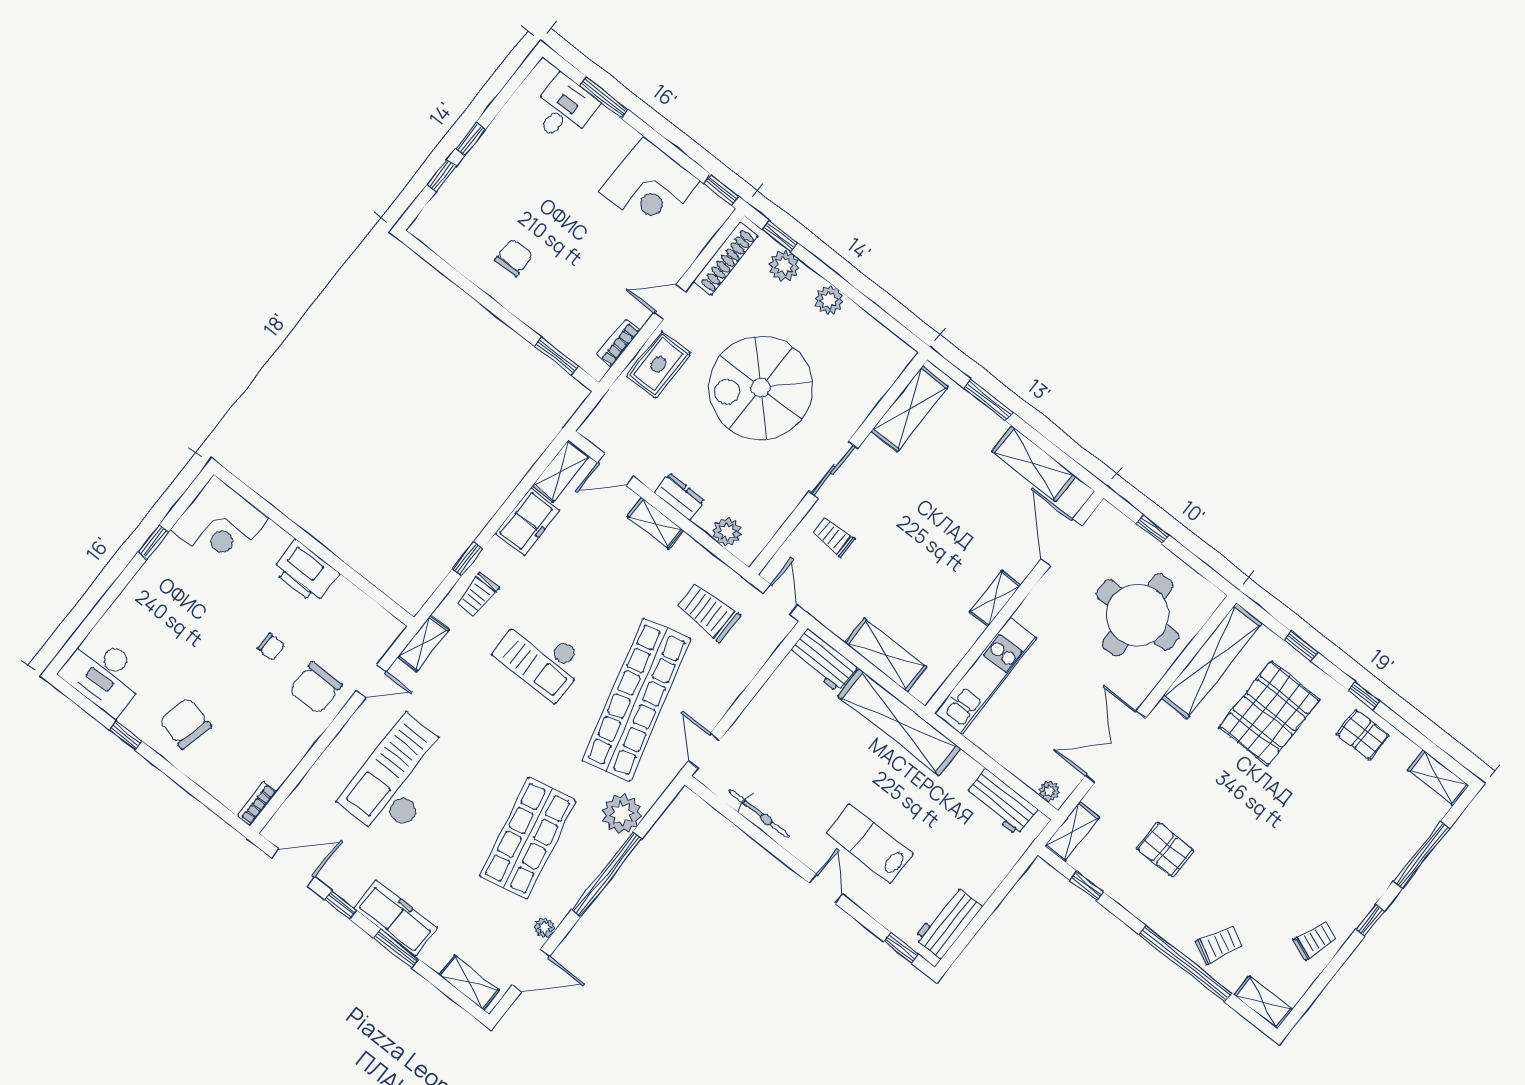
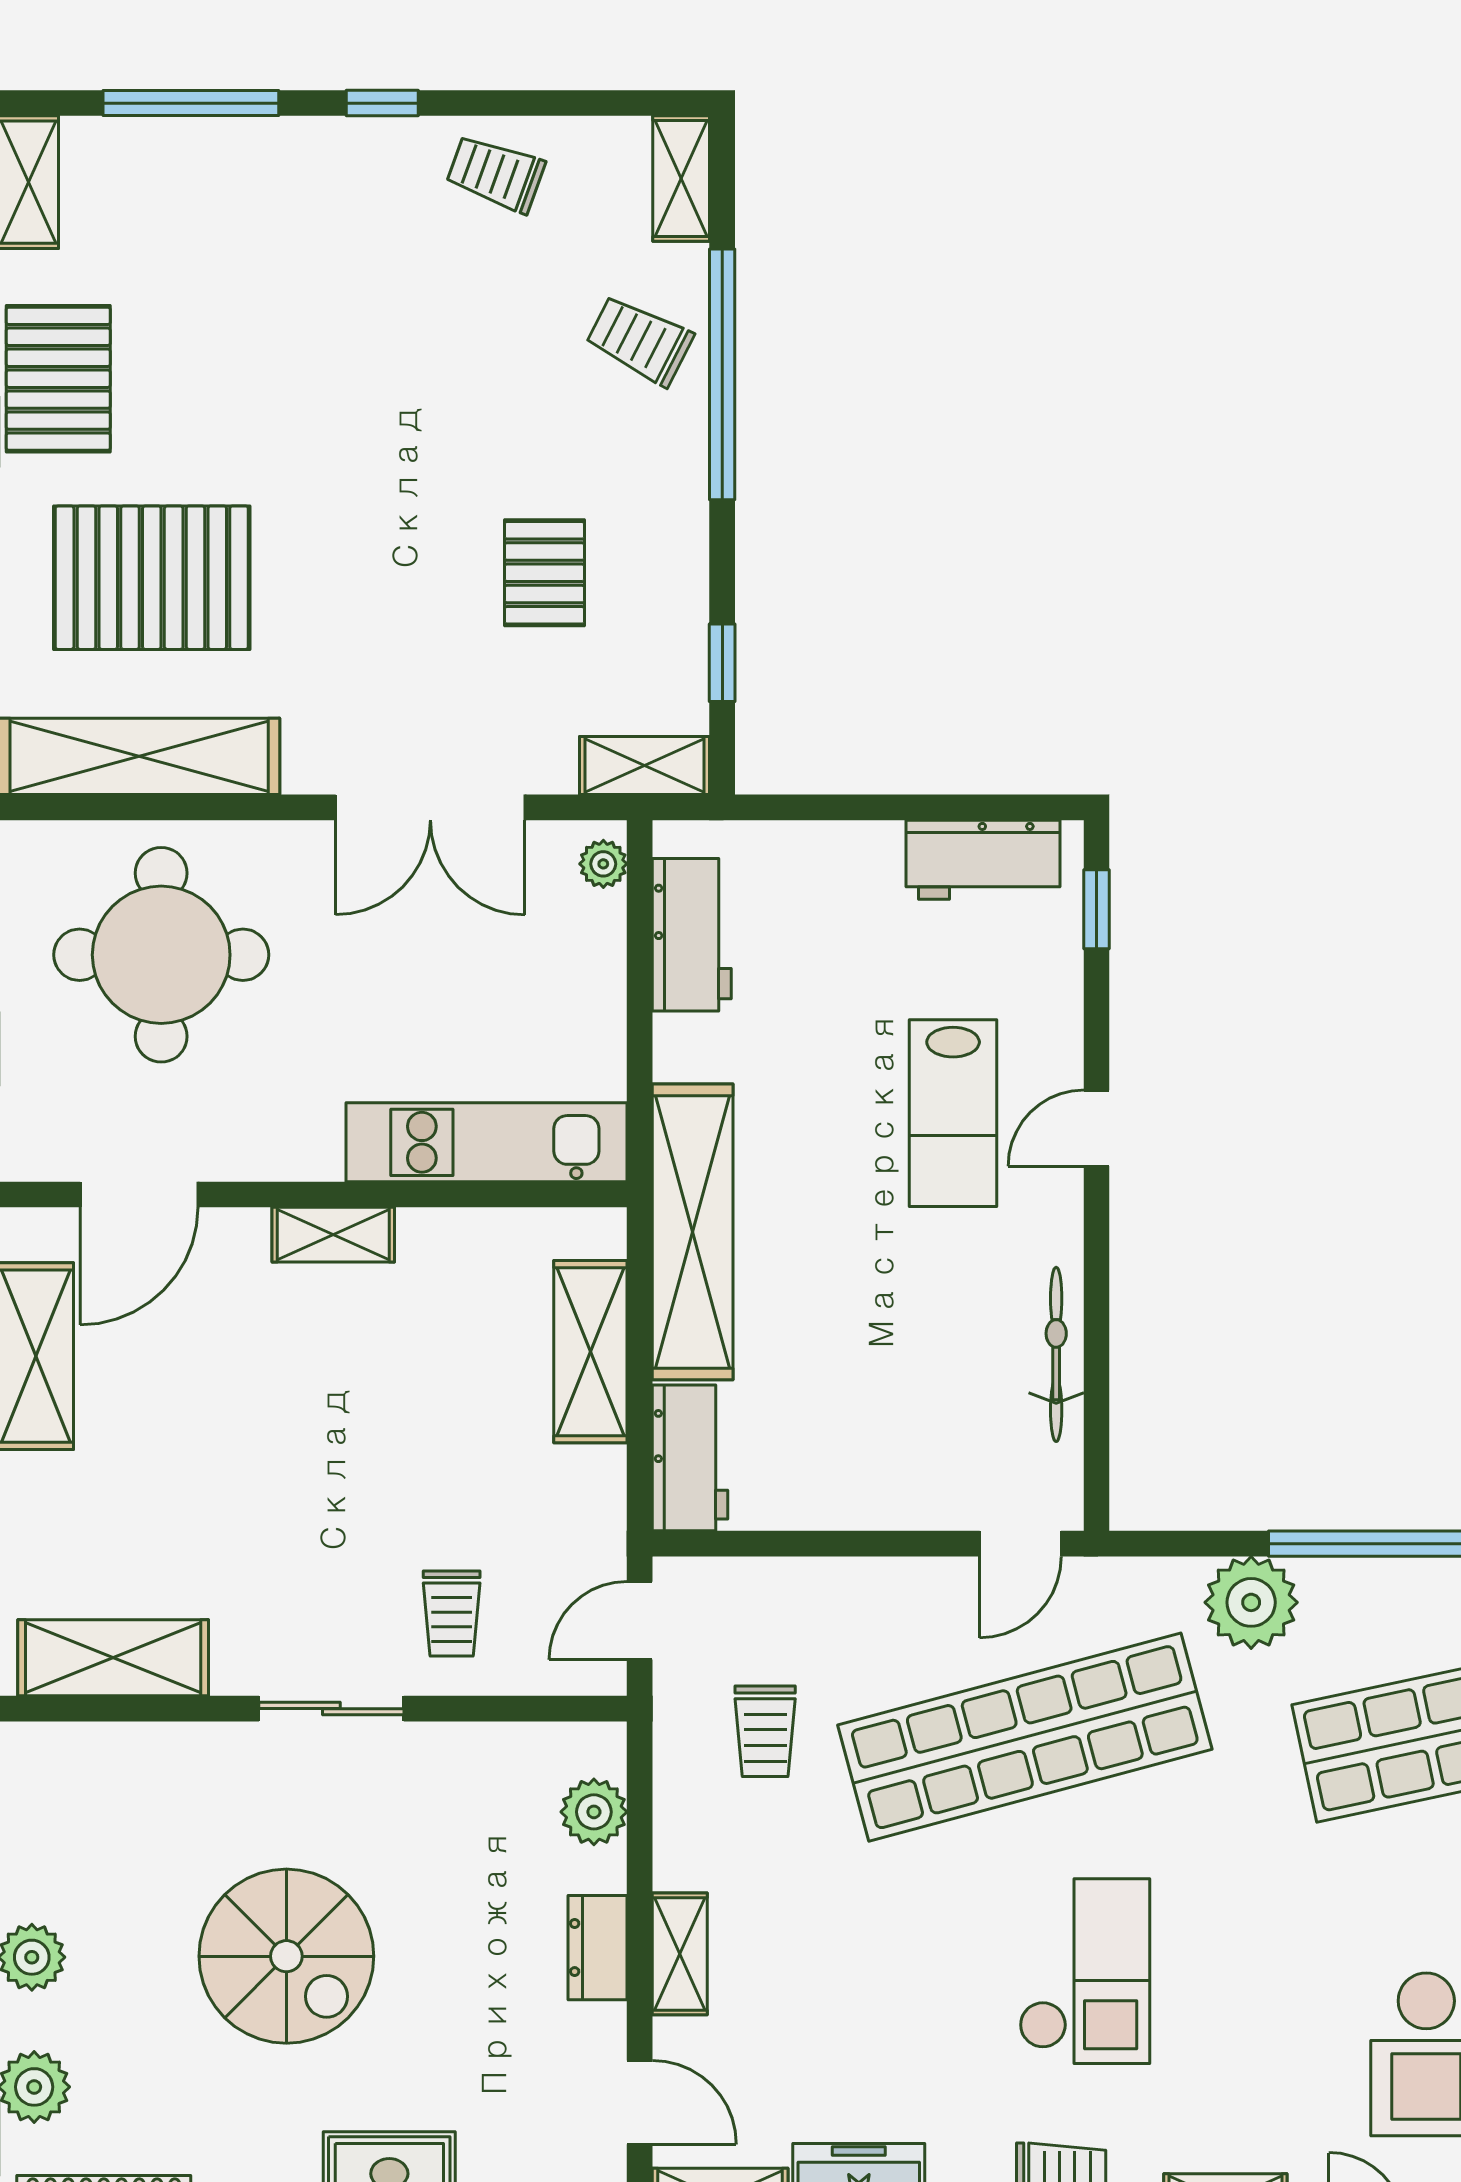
spiral stairs: (761, 388) -> (286, 1956), width x0.73, depth x0.73
trolley: (709, 612) -> (765, 1731), width x0.73, depth x0.72
pallet: (1363, 735) -> (58, 379), width x1.50, depth x1.42

